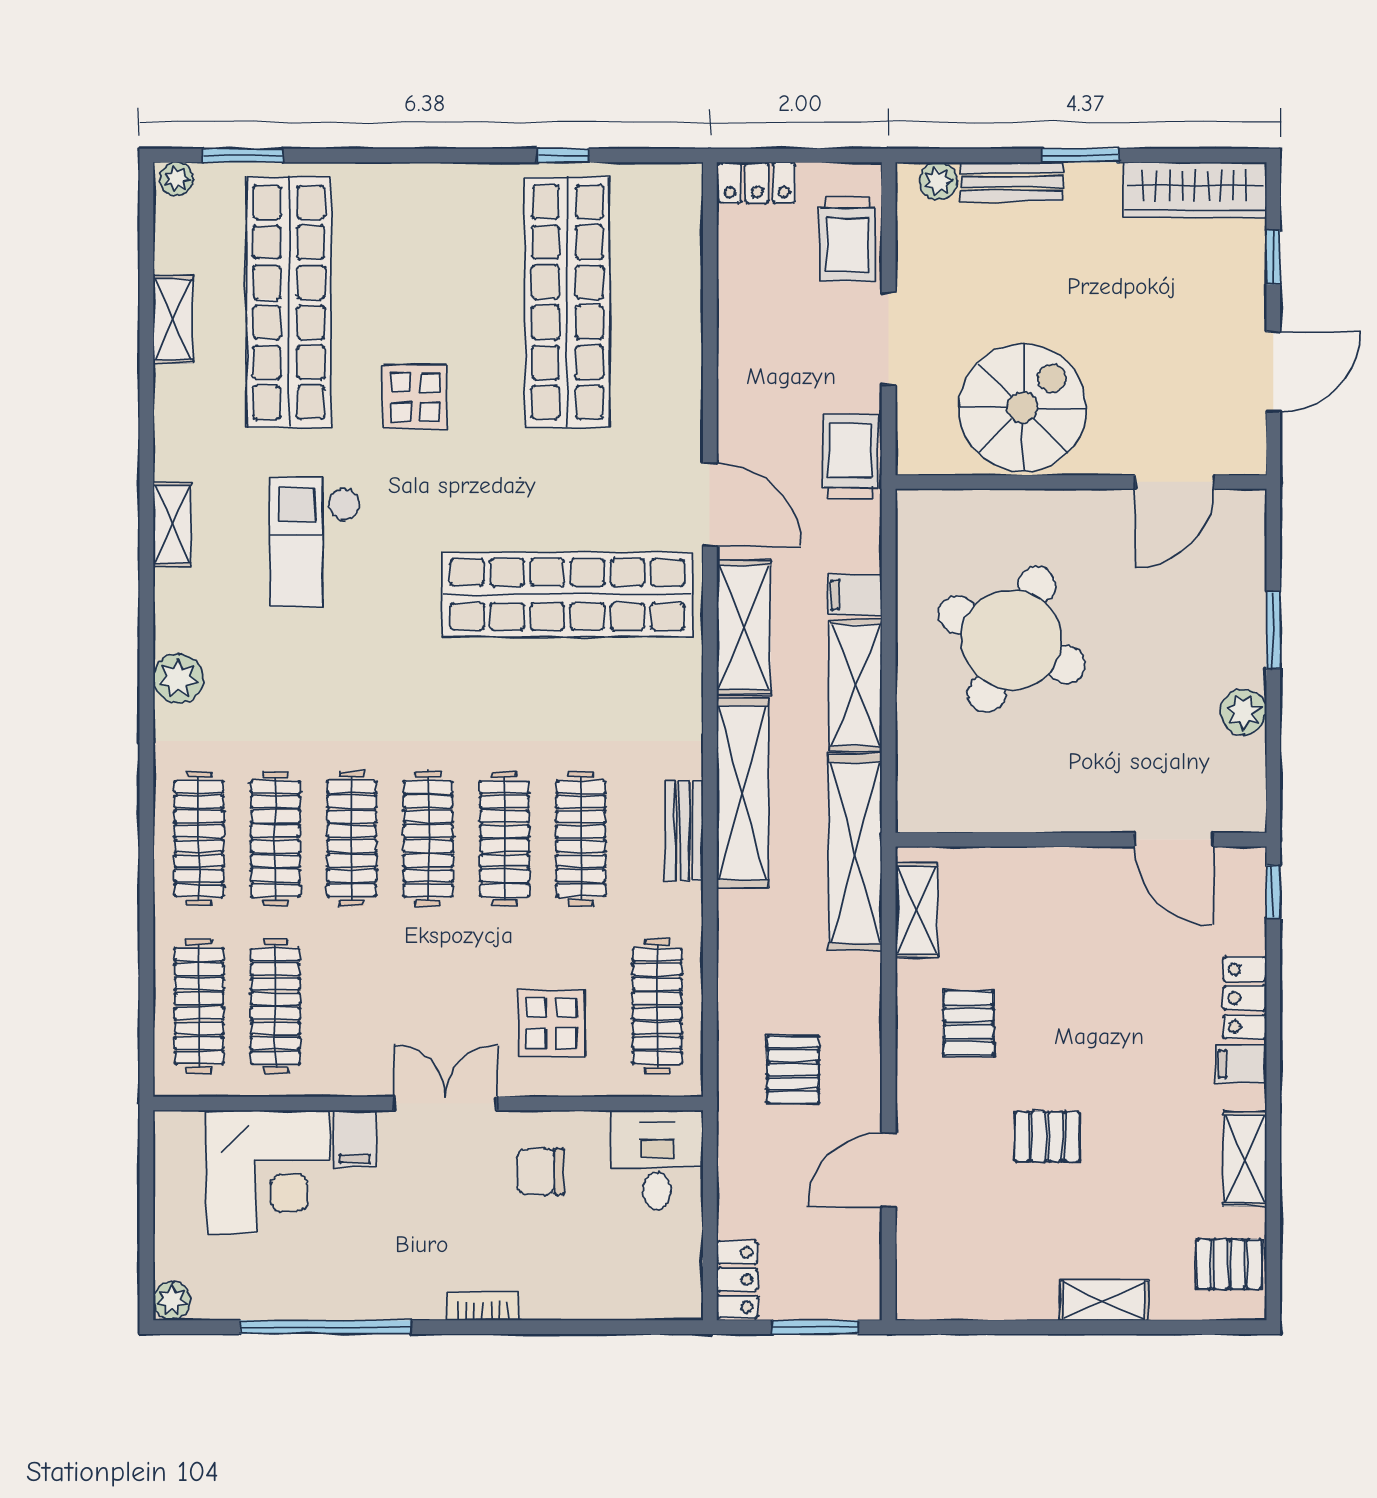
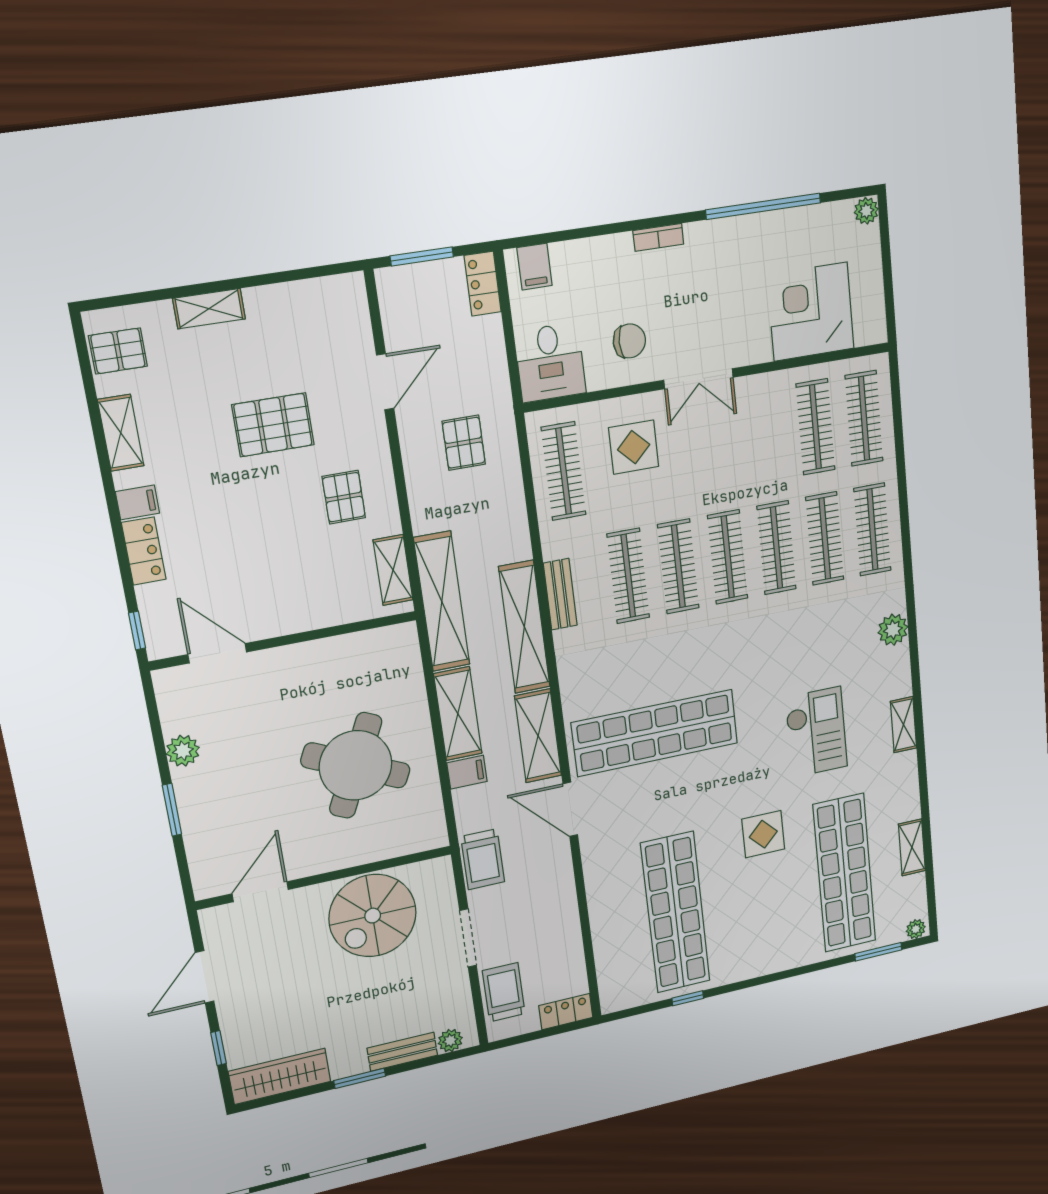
pallet: (1047, 1137) -> (273, 425), width x1.50, depth x1.42
filing cabinet: (355, 1139) -> (534, 267), moved, turned 180

